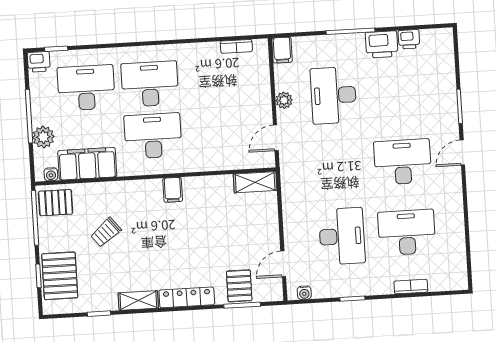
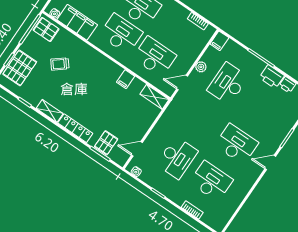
desk: (217, 132) -> (155, 57), added
filing cabinet: (173, 190) -> (126, 79), moved

